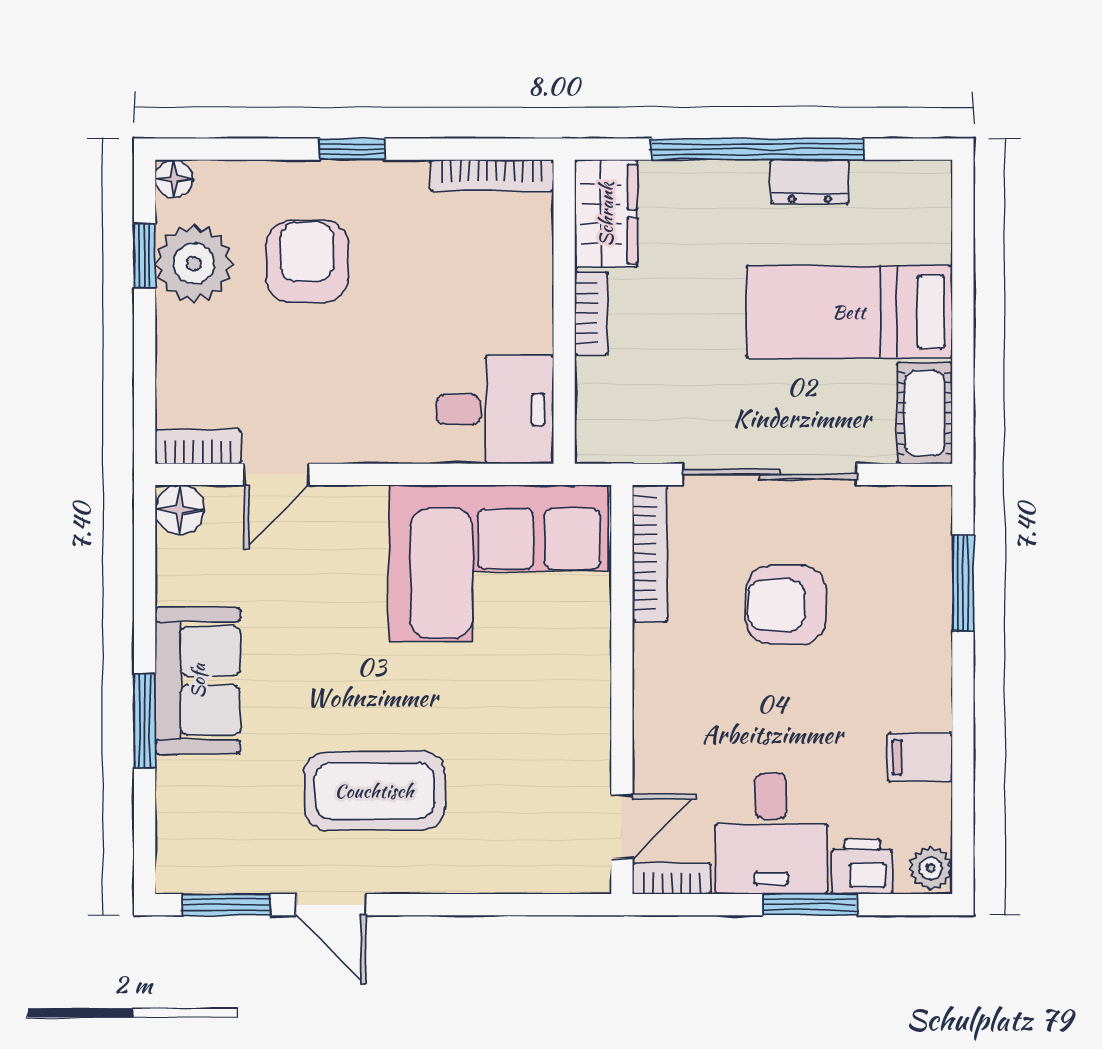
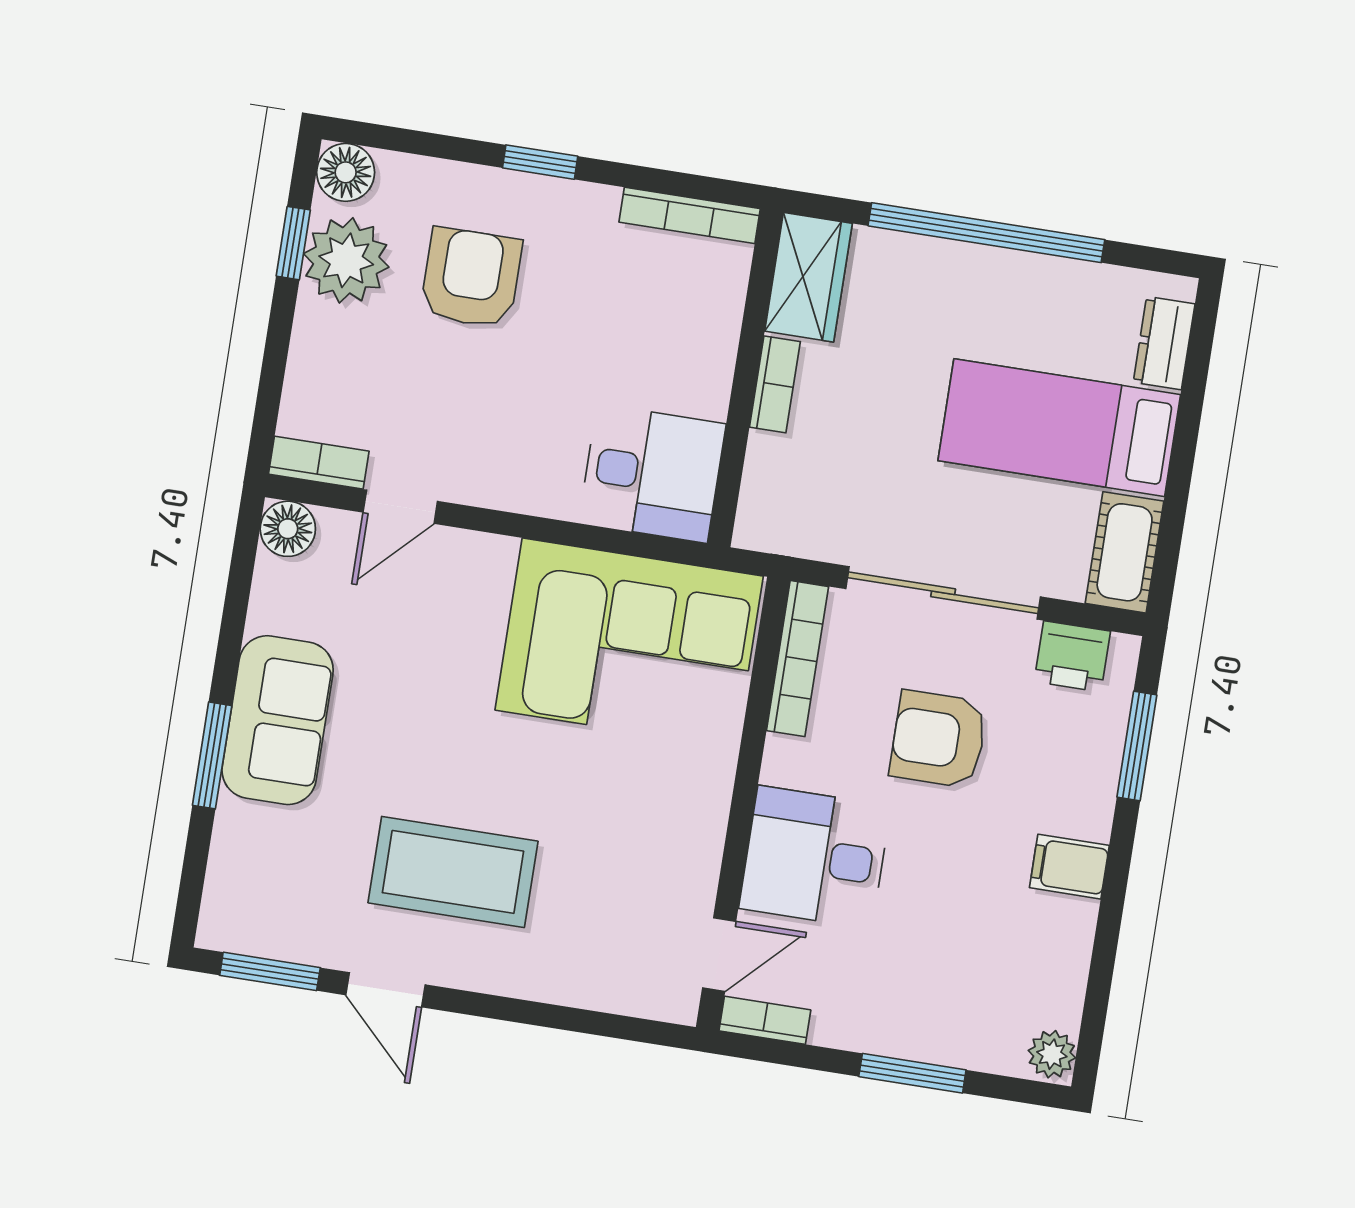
floor lamp: (174, 179) -> (346, 172), width x1.37, depth x1.37
dresser: (810, 182) -> (1164, 343), moved, turned 90
filing cabinet: (920, 757) -> (1069, 867), moved
desk: (771, 834) -> (815, 857), moved, turned 90
printer: (862, 866) -> (1072, 656), moved, turned 180

